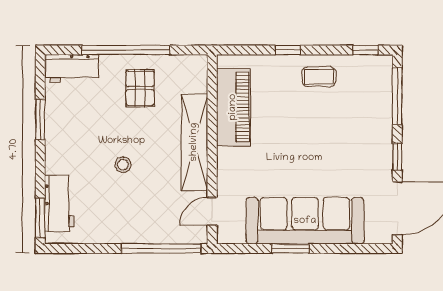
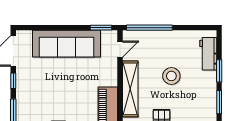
stool: (123, 165) -> (171, 76), width x1.89, depth x1.89
window: (40, 218) -> (219, 71), moved
window: (290, 248) -> (101, 28), moved

